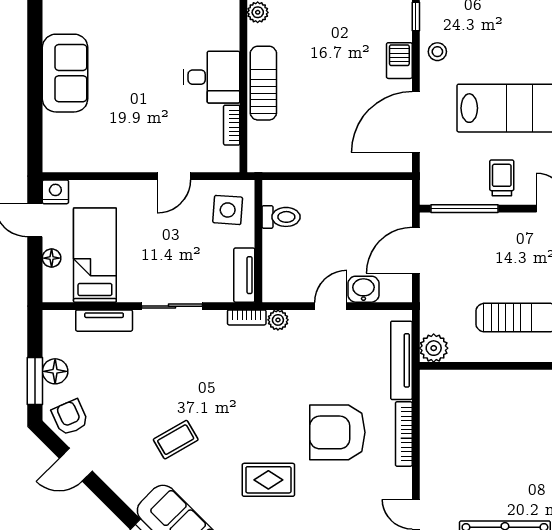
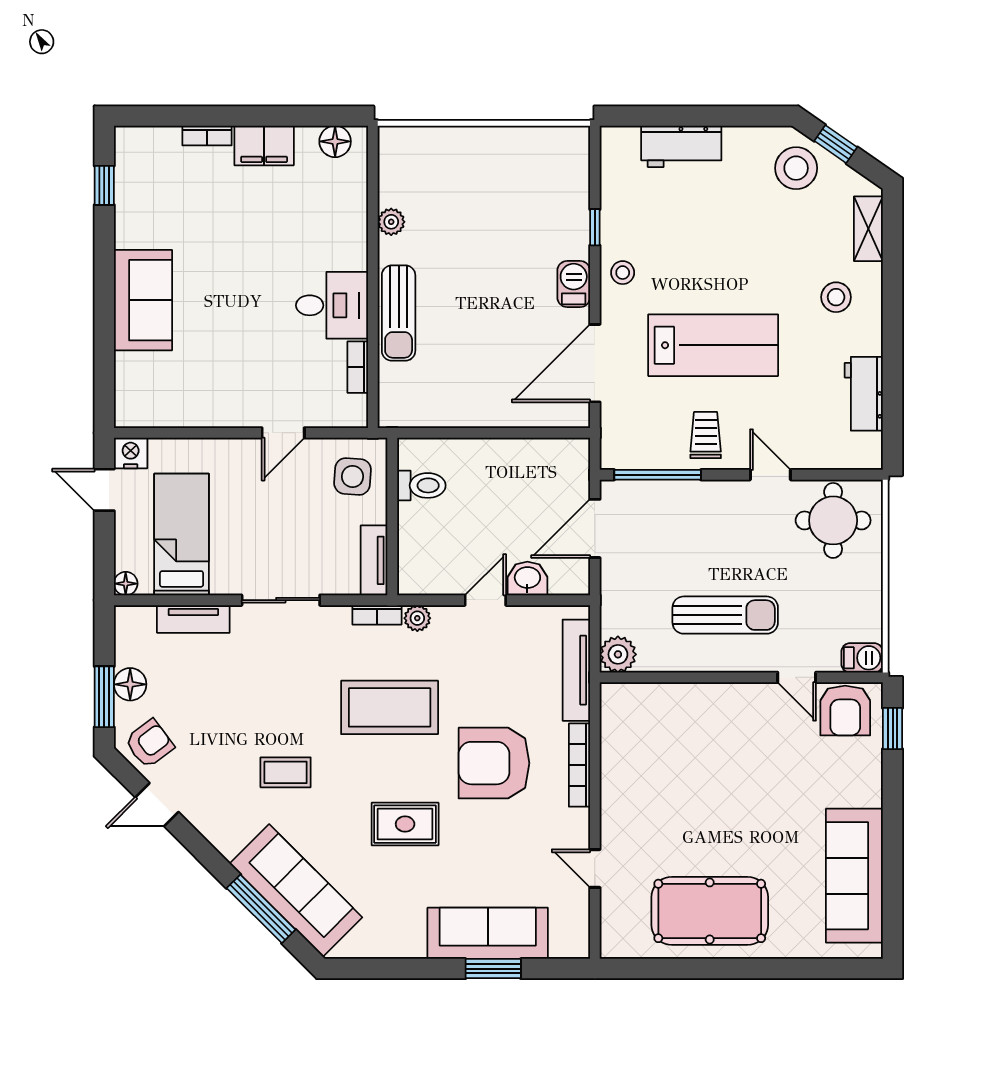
sun lounger: (263, 83) -> (399, 313), turned 180
floor lamp: (52, 258) -> (126, 584), moved
coffee table: (256, 389) -> (390, 707), added
armchair: (70, 417) -> (149, 744), turned 77
coffee table: (176, 440) -> (286, 772), turned 30

